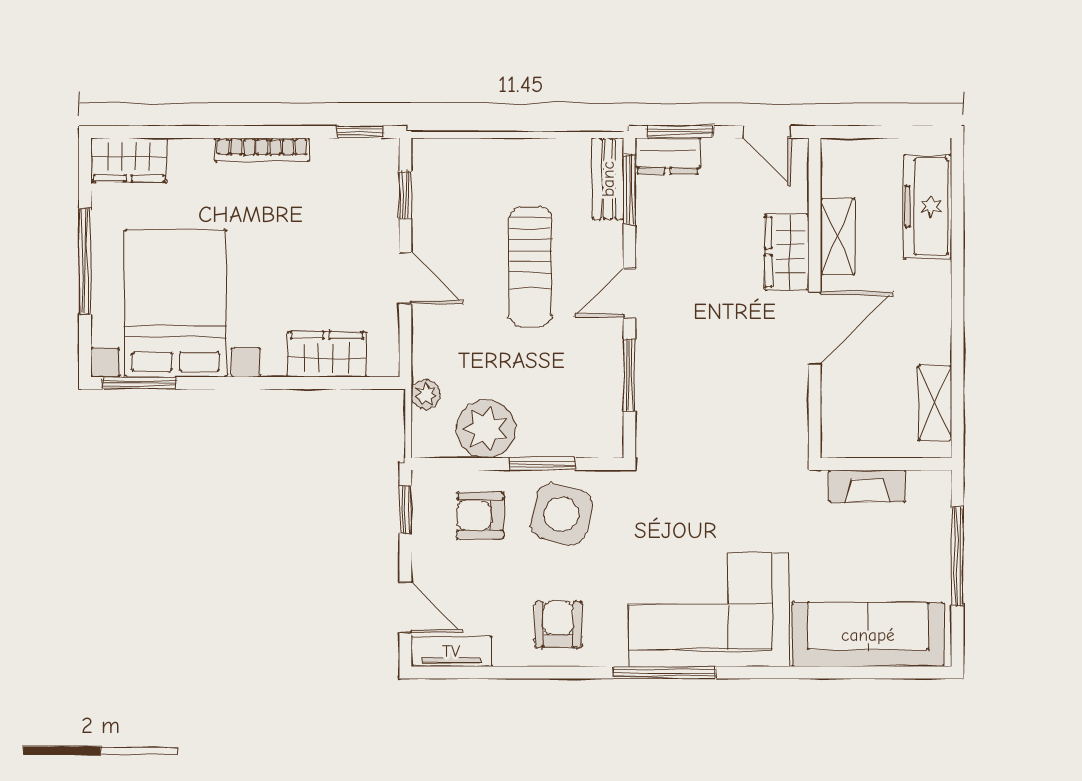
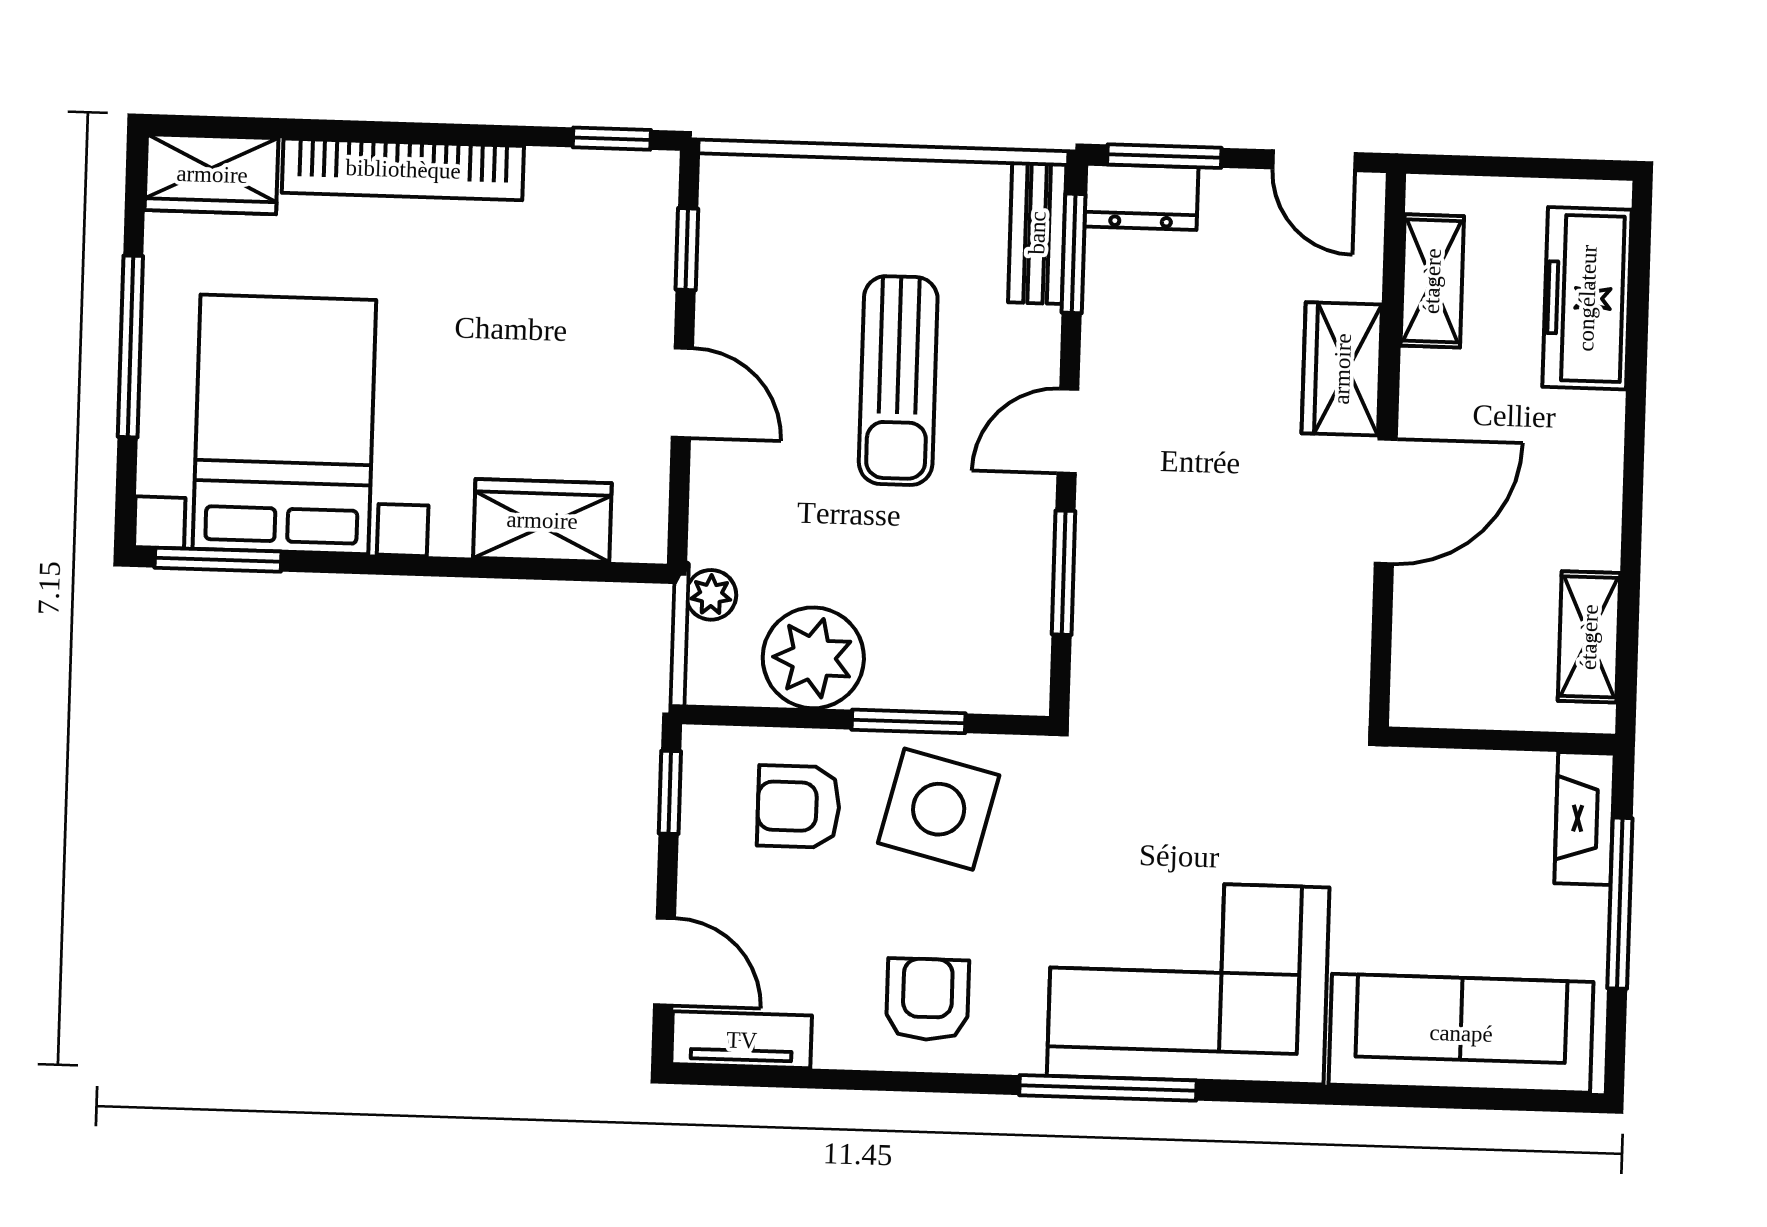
bookcase: (262, 150) -> (403, 169), width x1.48, depth x1.31
shelving: (838, 237) -> (1432, 281), moved
fireplace: (867, 486) -> (1584, 818), moved, turned 90

